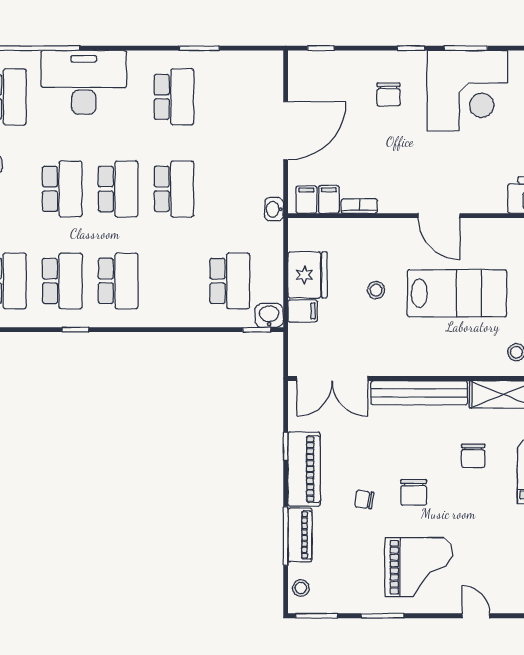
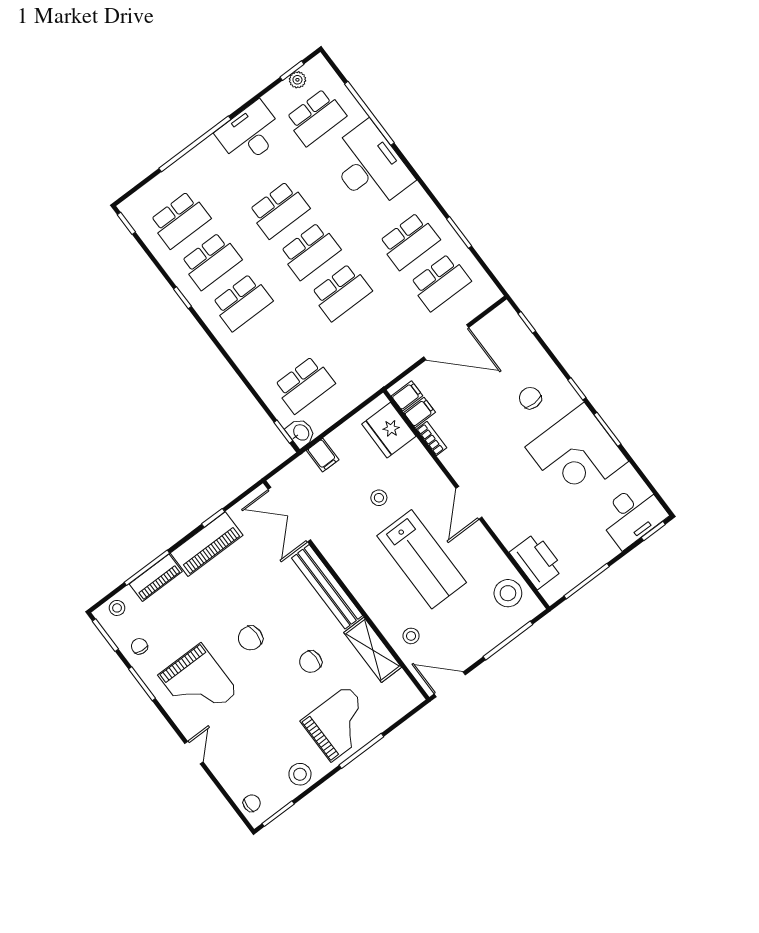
chair: (388, 94) -> (530, 398), turned 90
school desk: (230, 97) -> (440, 282), added
washbasin: (274, 209) -> (382, 377), removed
fridge: (307, 275) -> (389, 430), moved, turned 90
chair: (364, 499) -> (139, 646), moved

